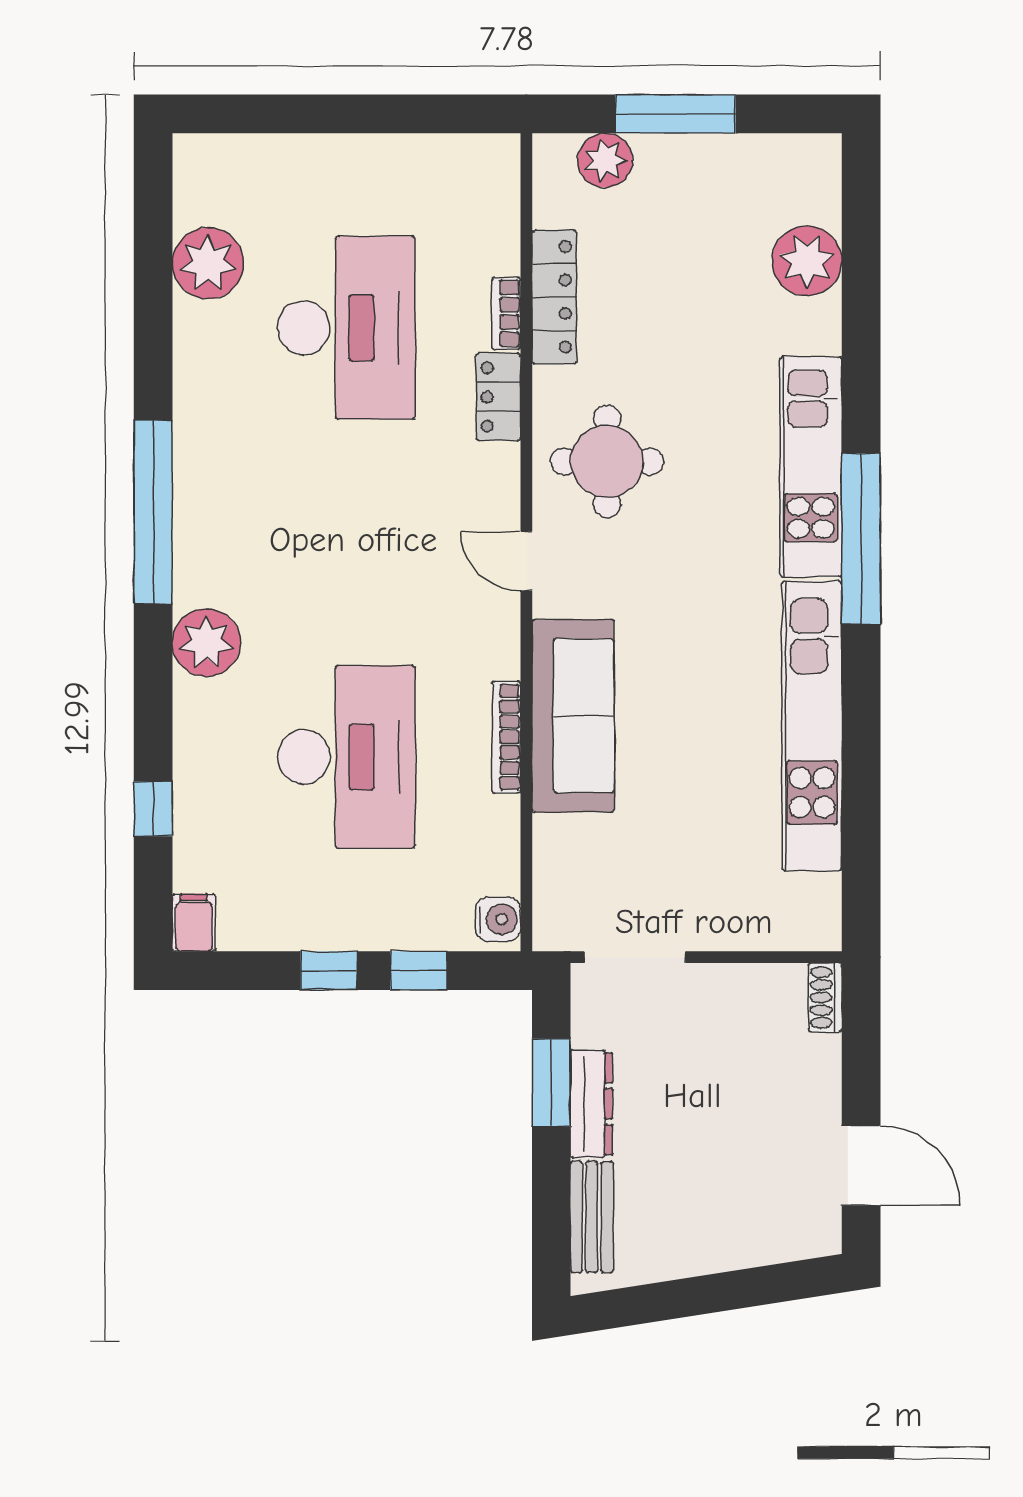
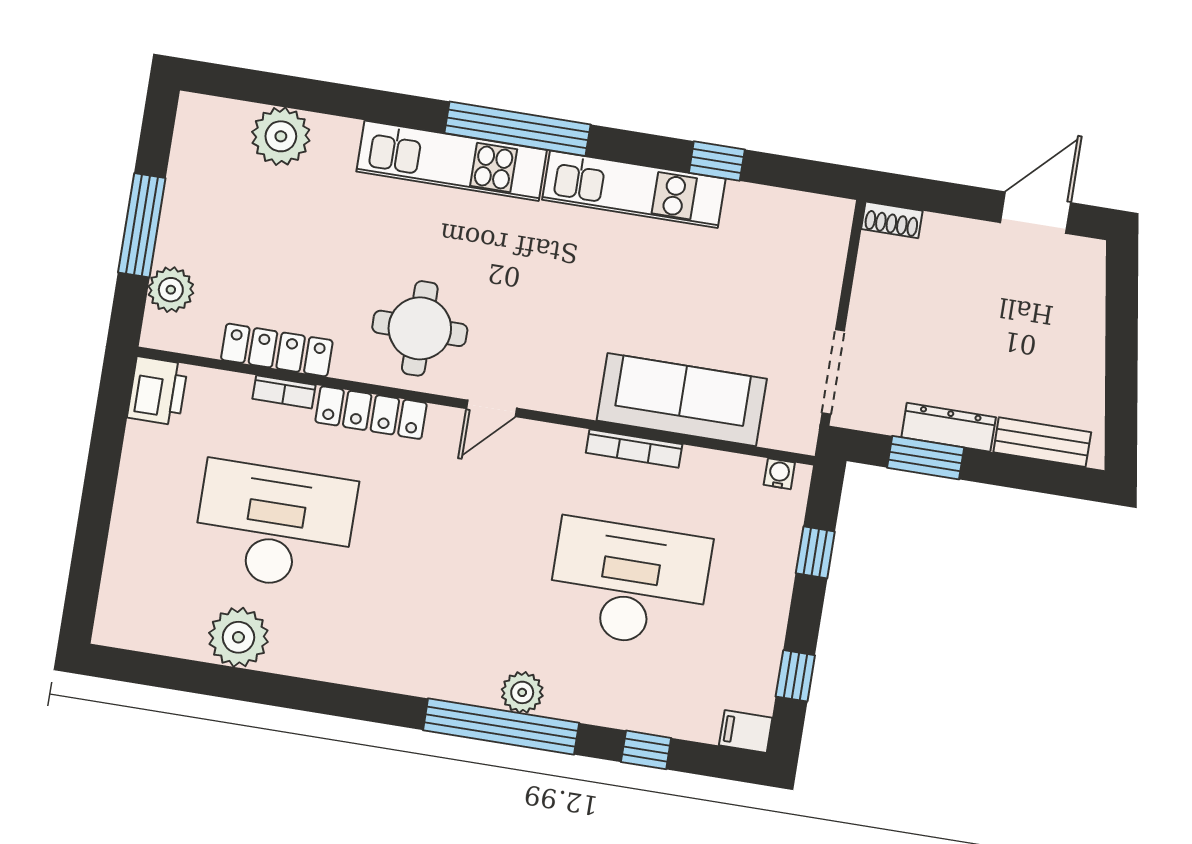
printer: (483, 164) -> (157, 391), added
plant: (208, 263) -> (238, 637), moved
locker: (498, 397) -> (371, 413), width x1.53
window: (153, 512) -> (501, 726), moved
plant: (206, 643) -> (522, 692), width x0.73, depth x0.73
sofa: (573, 716) -> (682, 400), moved
kitchen unit: (812, 726) -> (634, 189), width x0.73
window: (861, 780) -> (717, 161), added
water cooler: (498, 919) -> (779, 474), width x0.72, depth x0.72
window: (329, 971) -> (795, 676), moved

